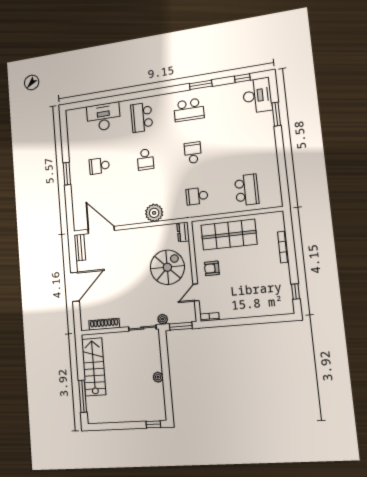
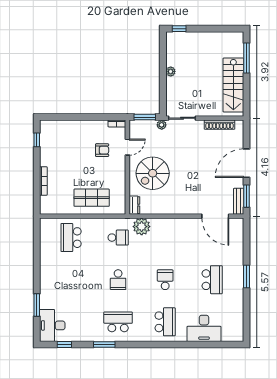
school desk: (99, 166) -> (212, 280), width x1.85
plant: (154, 213) -> (142, 227), moved
shop shelf: (229, 235) -> (92, 198), width x0.70, depth x0.74
window: (73, 254) -> (247, 196), added
armchair: (212, 268) -> (102, 150), moved

